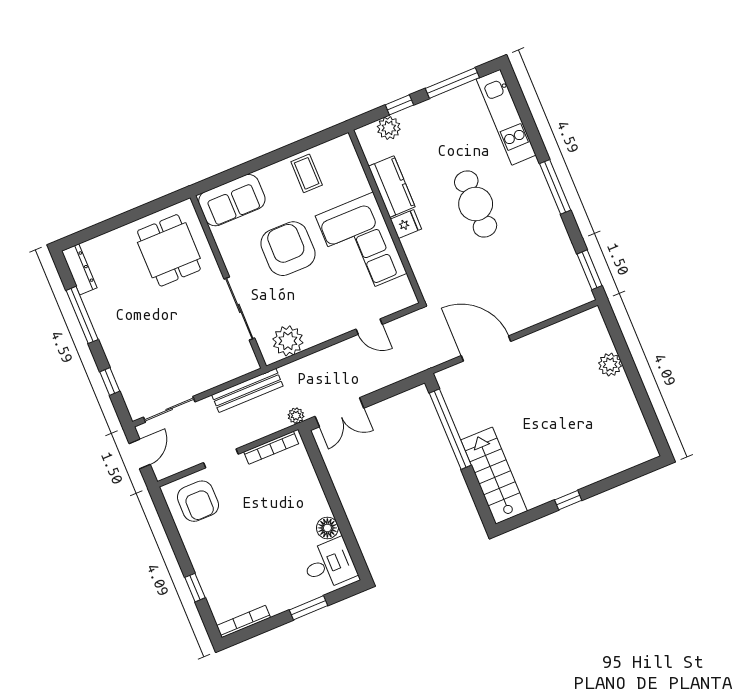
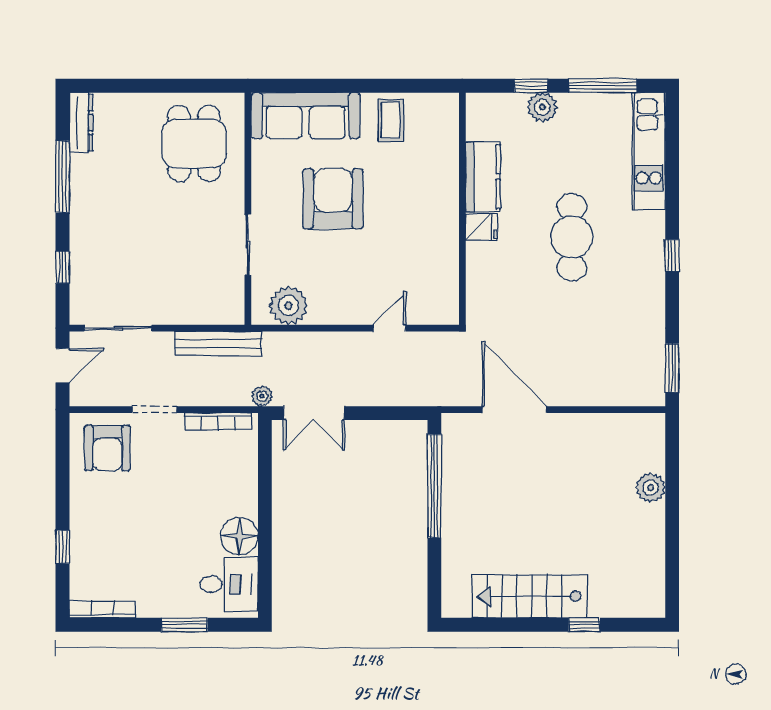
plant: (389, 128) -> (542, 107), moved
window: (555, 187) -> (672, 255), width x0.46
sofa: (232, 200) -> (306, 116), width x1.36
corner sofa: (361, 245) -> (419, 229), removed
sliding door: (239, 308) -> (248, 245), width x0.73
door: (369, 327) -> (389, 328), swing flipped
stairs: (494, 476) -> (530, 596), moved, turned -90
window: (568, 500) -> (584, 625), moved
floor lamp: (327, 528) -> (239, 536), width x1.38, depth x1.38

